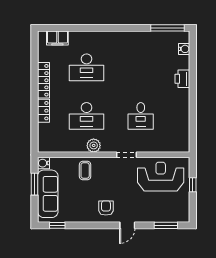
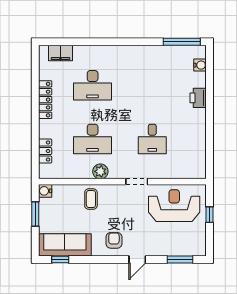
locker: (43, 111) -> (45, 151), moved
sofa: (48, 194) -> (65, 245), moved, turned -90

